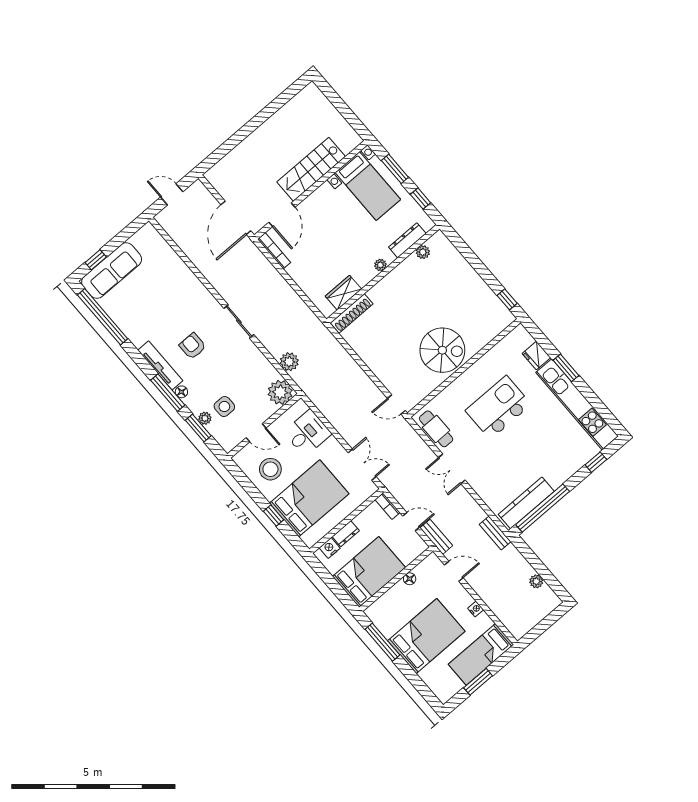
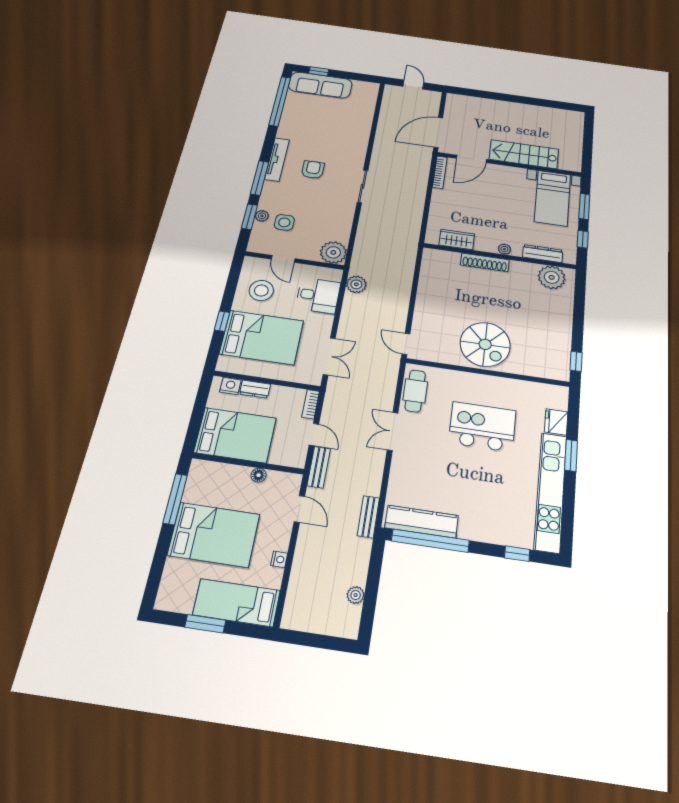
plant: (423, 252) -> (552, 277), width x1.88, depth x1.88
shoe rack: (352, 313) -> (485, 262), moved
plant: (289, 362) -> (356, 284), moved
floor lamp: (181, 392) -> (269, 186), removed

